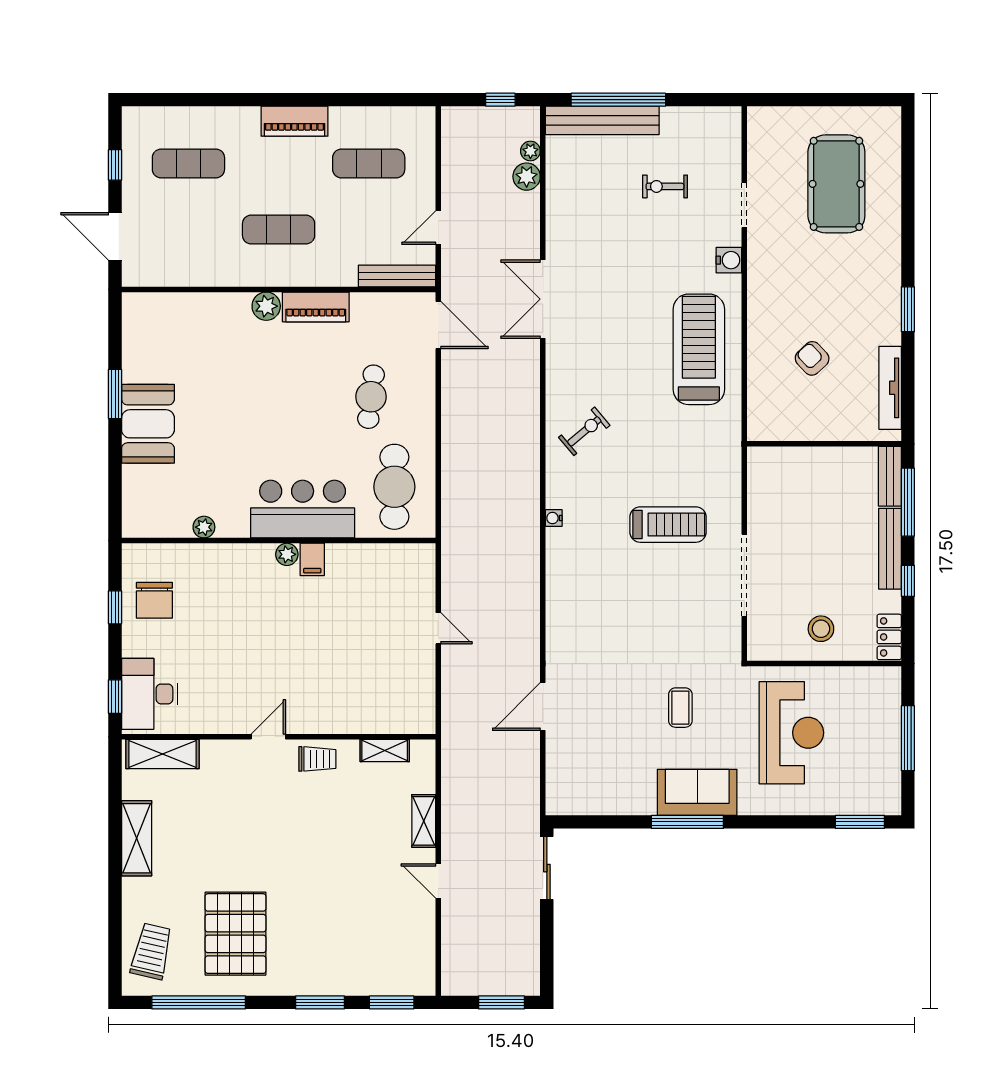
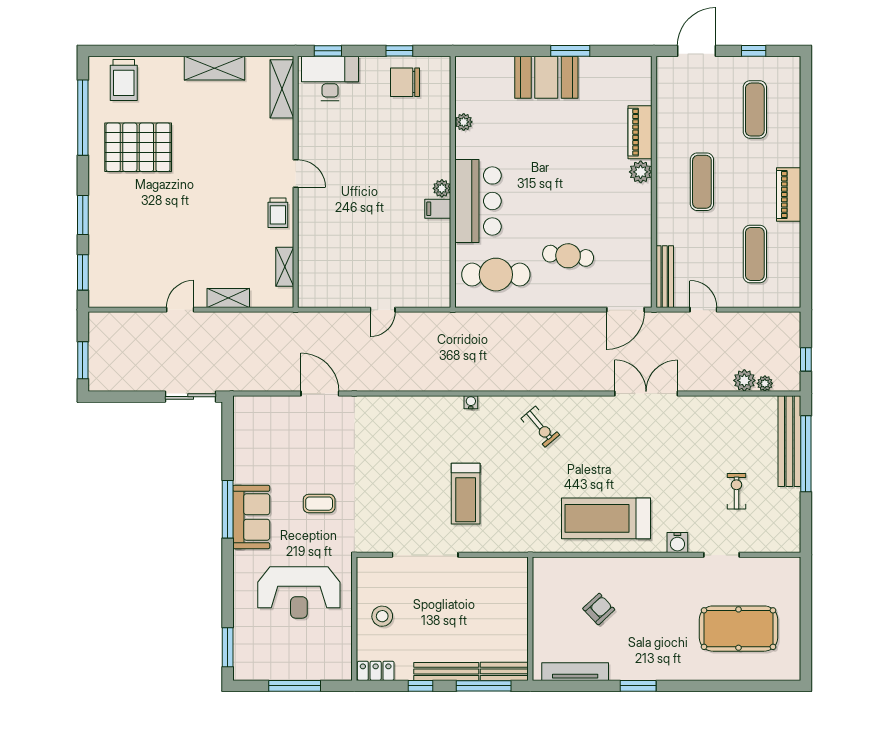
piano: (316, 307) -> (640, 132), moved
treadmill: (699, 349) -> (606, 518), turned 180
trolley: (152, 951) -> (124, 80), turned 77

